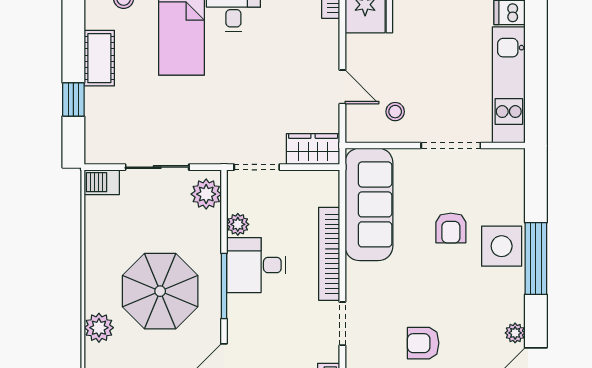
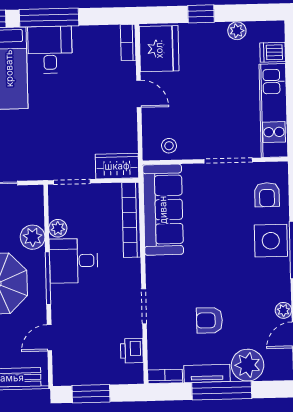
door: (342, 87) -> (139, 94), moved
stool: (395, 112) -> (169, 146), moved
plant: (206, 194) -> (33, 237), moved
armchair: (451, 228) -> (267, 195), moved
bookcase: (329, 254) -> (131, 220), moved

